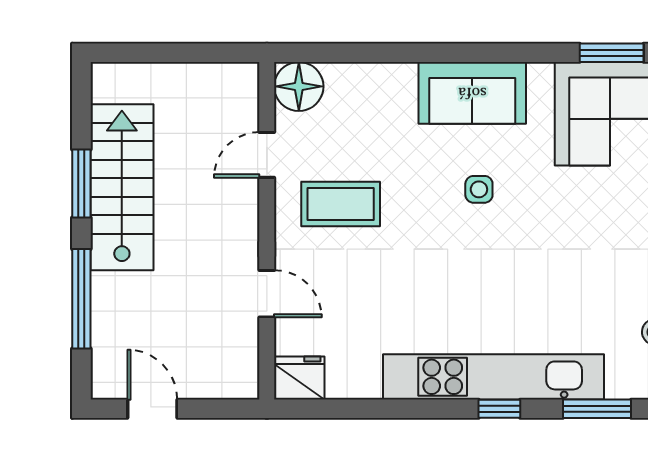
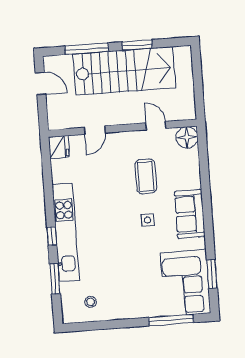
stairs: (122, 187) -> (124, 71), width x1.36, depth x1.51
coffee table: (341, 204) -> (146, 176), moved
door: (152, 409) -> (41, 84), hinge flipped

